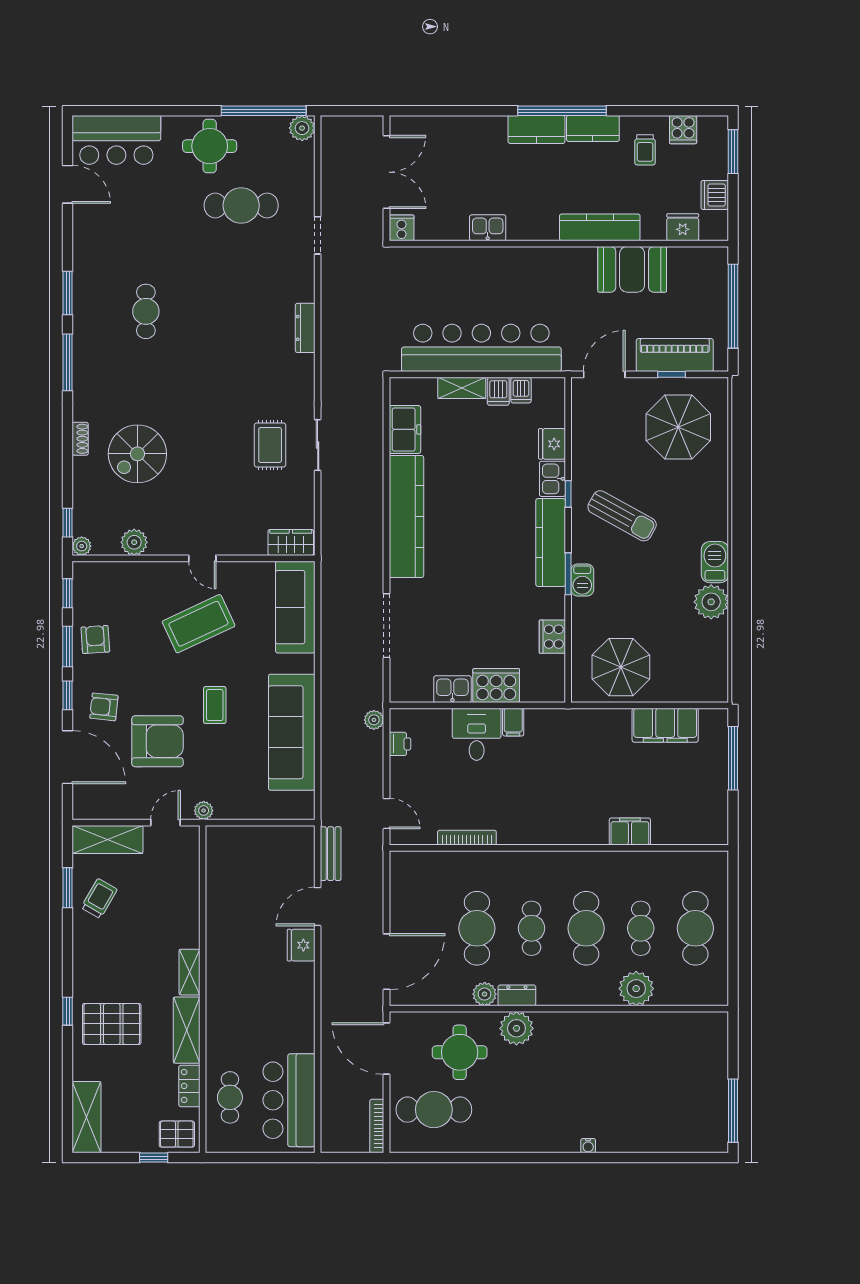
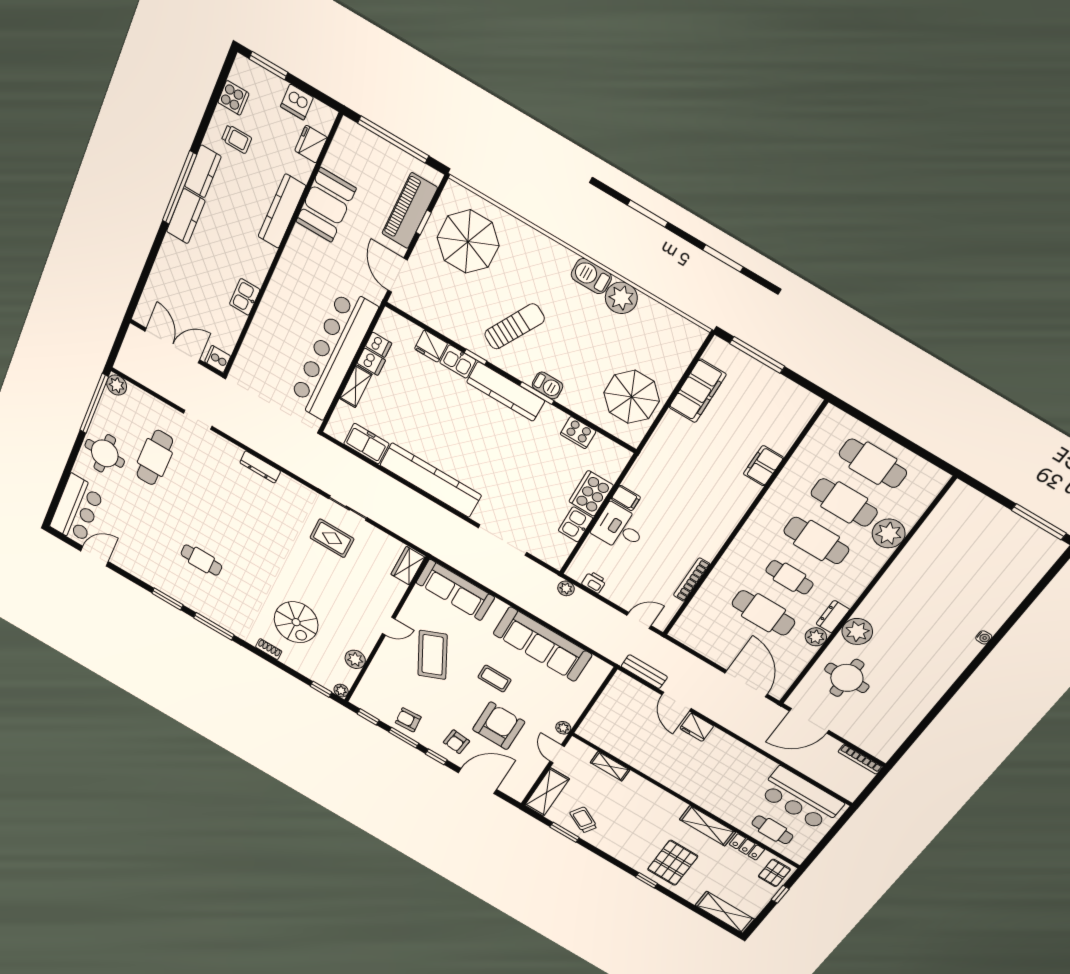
cafe table: (641, 928) -> (844, 503), width x1.37, depth x1.35
shelving: (190, 972) -> (610, 766), moved
cafe table: (434, 1110) -> (876, 718), removed

